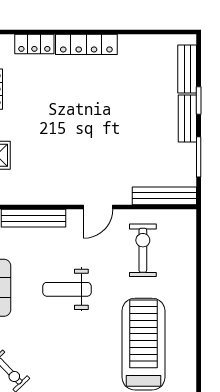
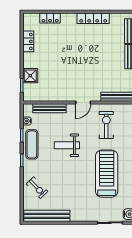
locker: (86, 44) -> (93, 18), moved

